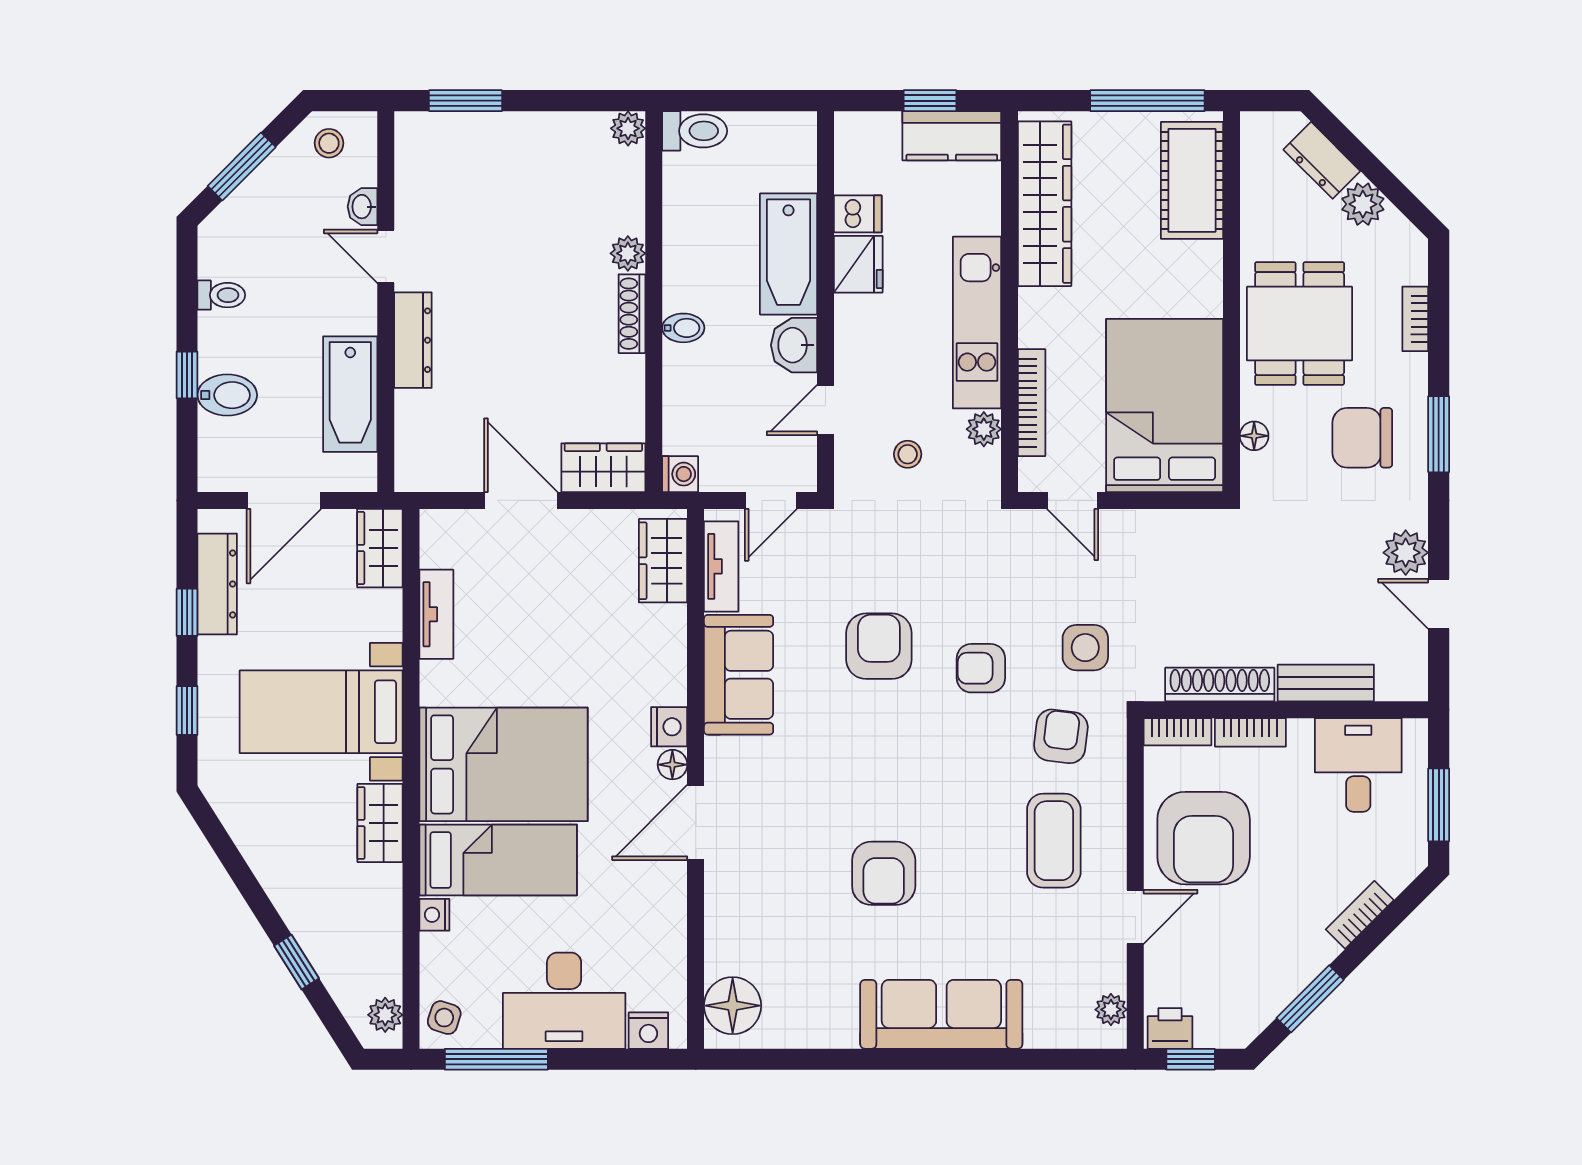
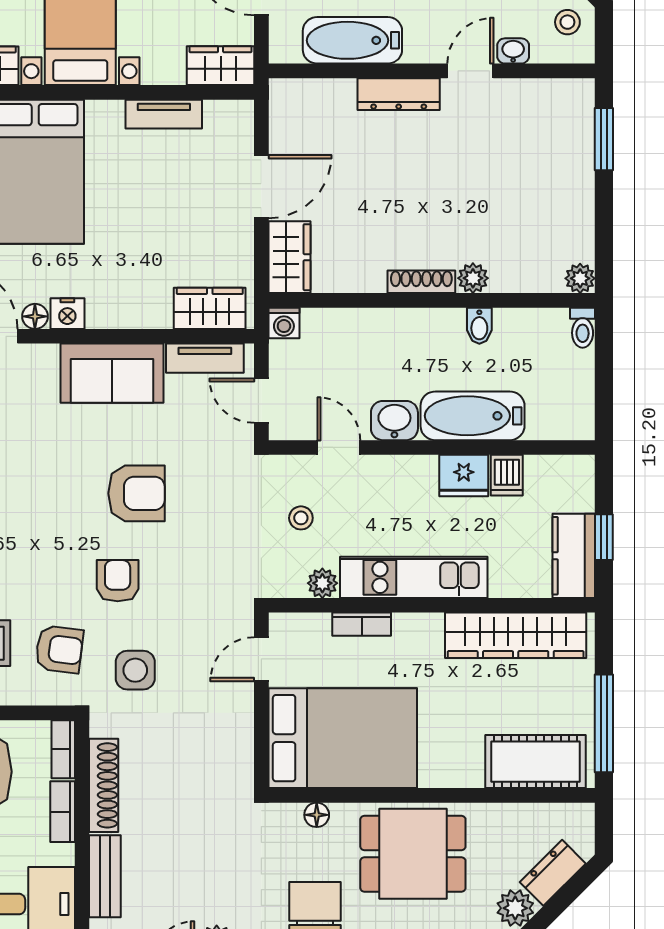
toilet: (695, 131) -> (583, 328), width x0.73, depth x0.72
bidet: (683, 328) -> (479, 326), moved
bookcase: (1032, 403) -> (362, 624), width x0.64

